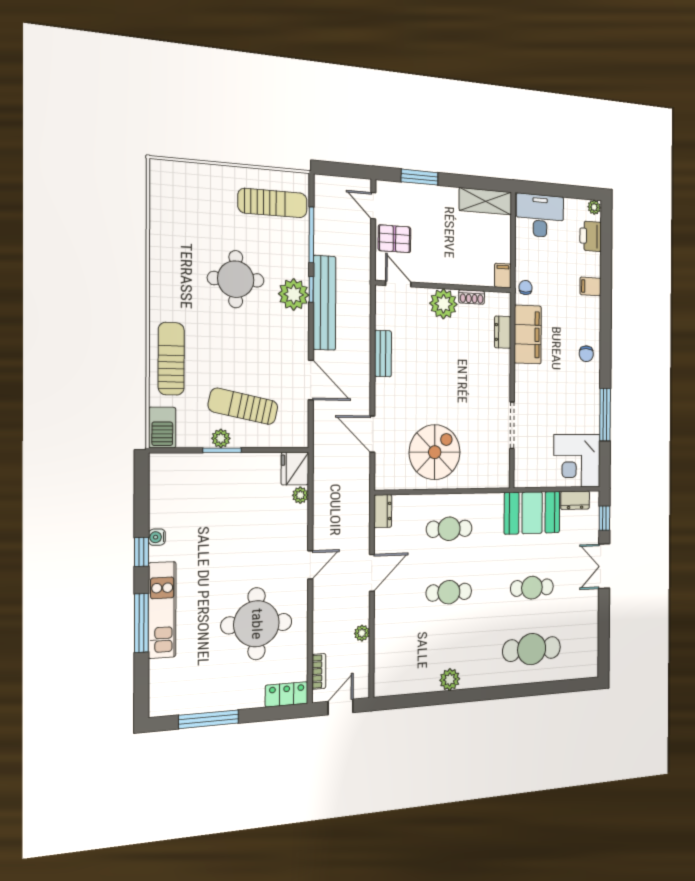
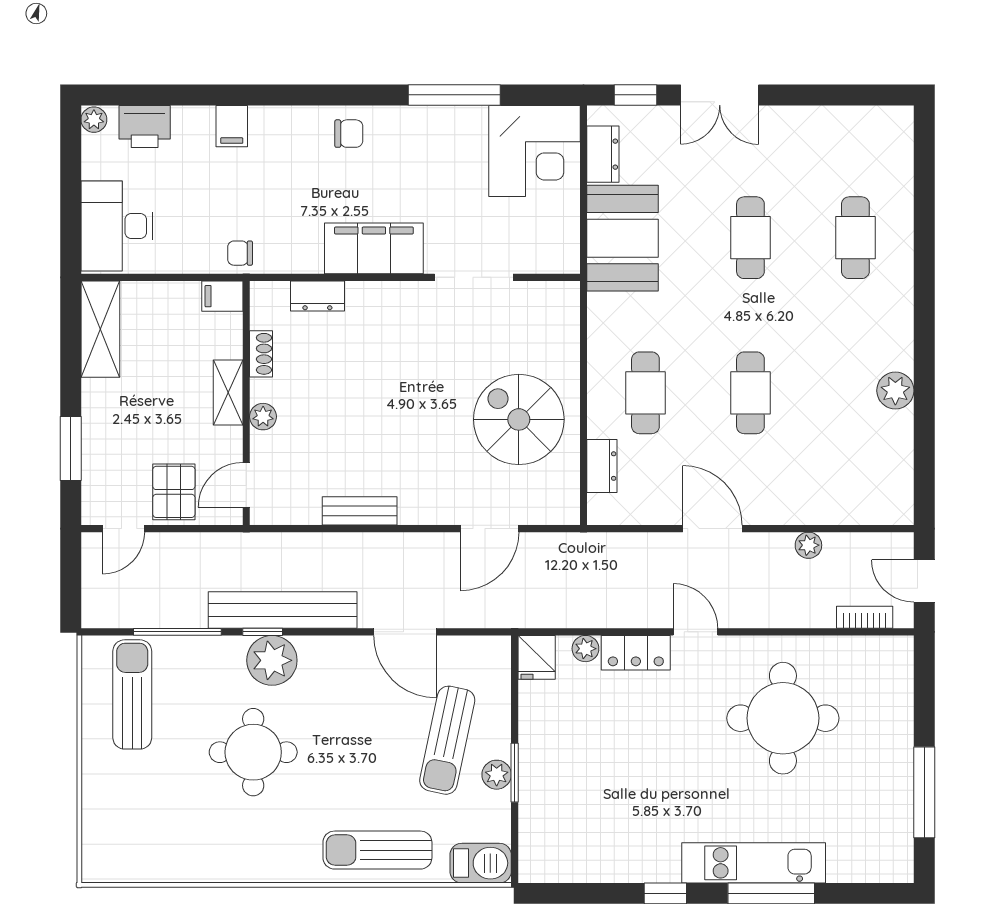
shelving: (450, 276) -> (228, 393), added
plant: (443, 304) -> (263, 417), width x0.53, depth x0.53
filing cabinet: (528, 334) -> (374, 248), moved
door: (311, 380) -> (405, 632), swing flipped
fridge: (295, 469) -> (537, 657), width x0.72
dresser: (383, 511) -> (602, 466), moved, turned 90
water cooler: (157, 537) -> (644, 871), removed
cafe table: (532, 649) -> (855, 238), width x0.73, depth x0.74
locker: (287, 694) -> (636, 653), moved, turned -90

